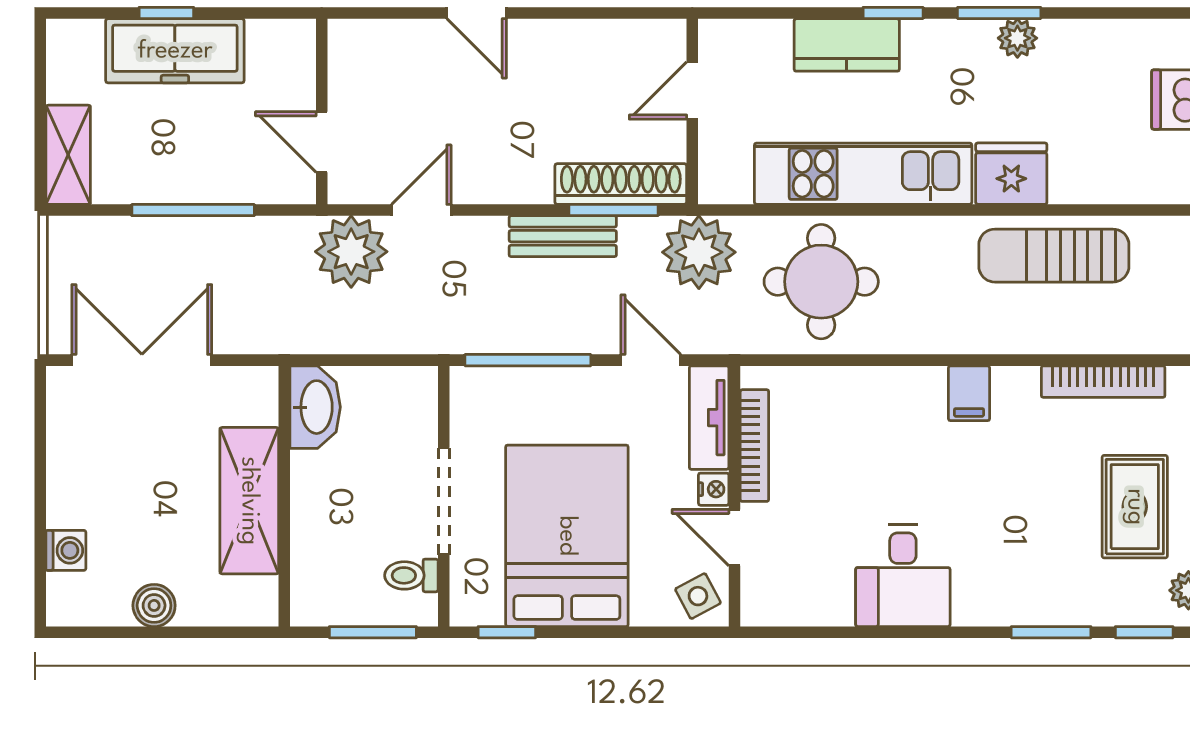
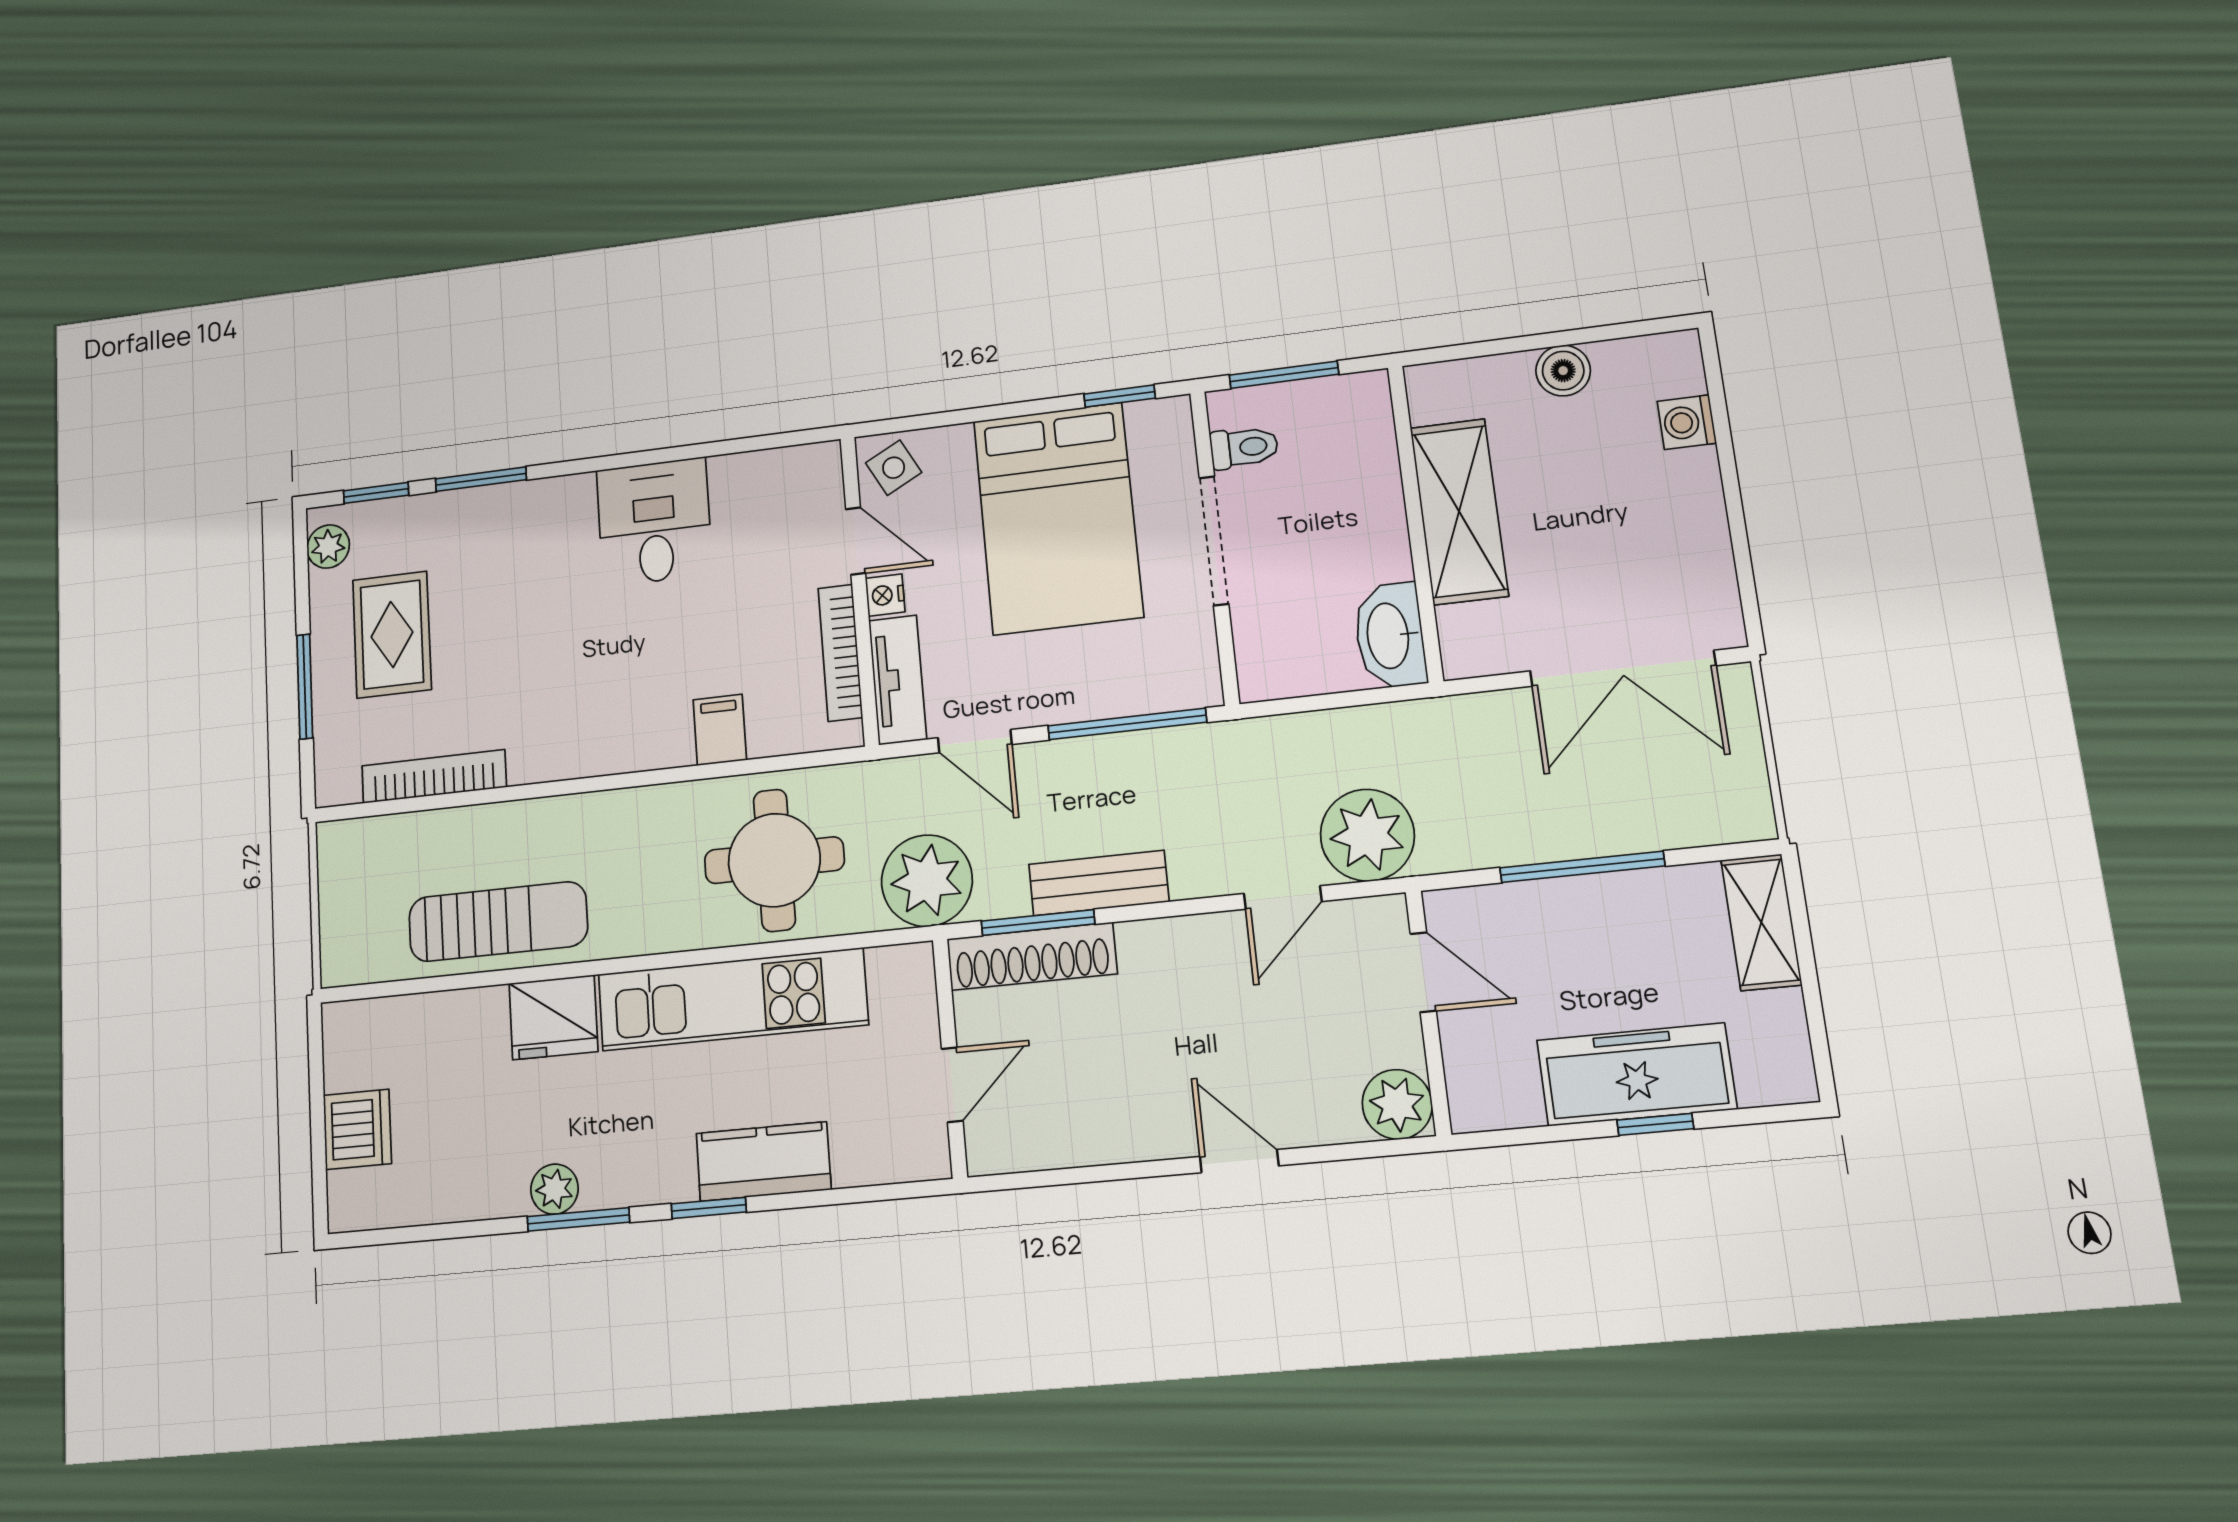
plant: (353, 45) -> (1397, 1104), added
filing cabinet: (969, 393) -> (720, 730), moved

